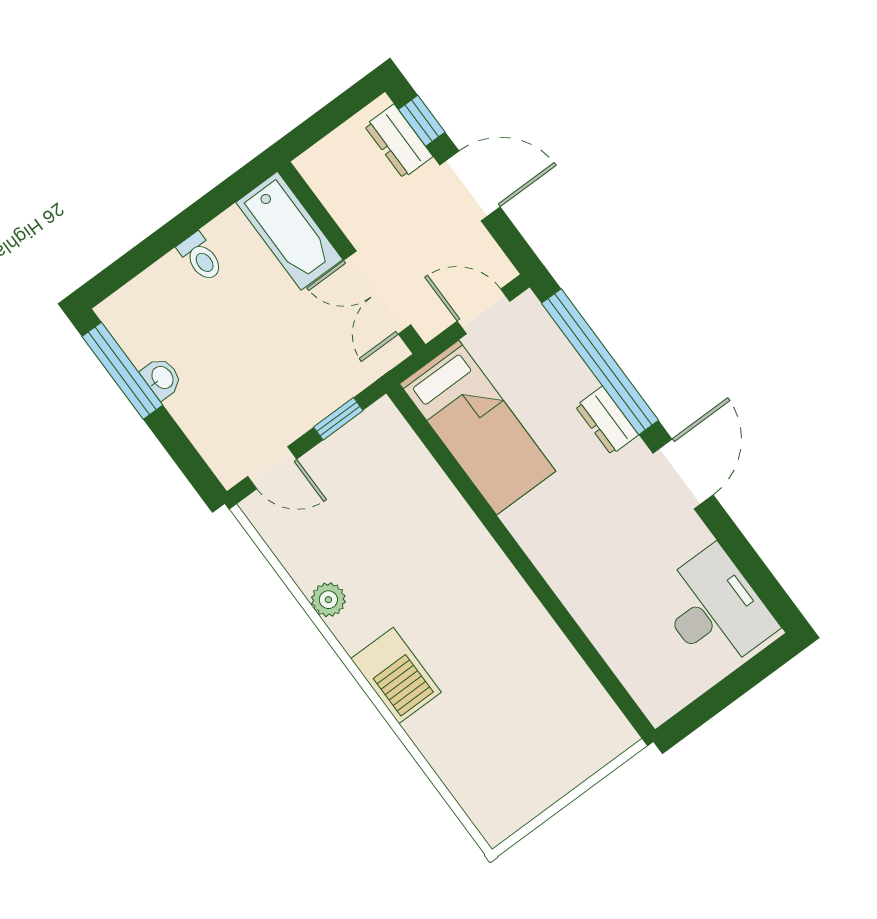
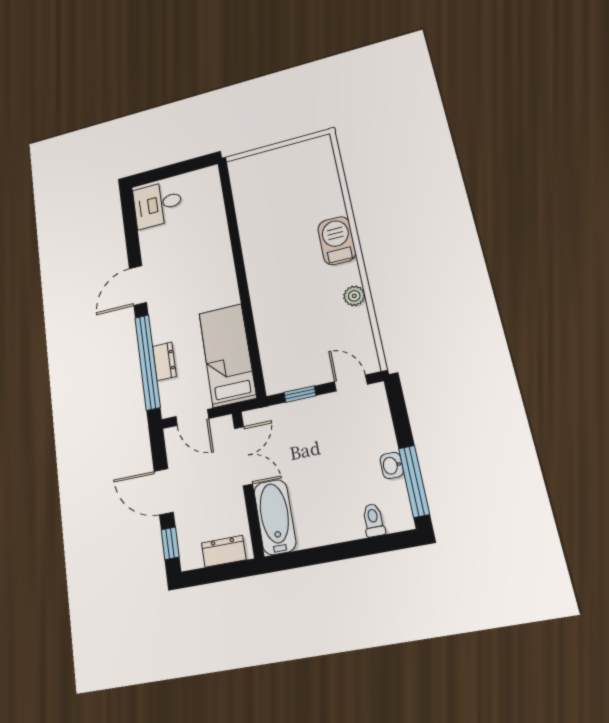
dresser: (399, 141) -> (224, 551), moved, turned -90
toilet: (201, 257) -> (373, 520), moved
dresser: (607, 420) -> (164, 361), moved
desk: (715, 609) -> (158, 204), width x0.73

